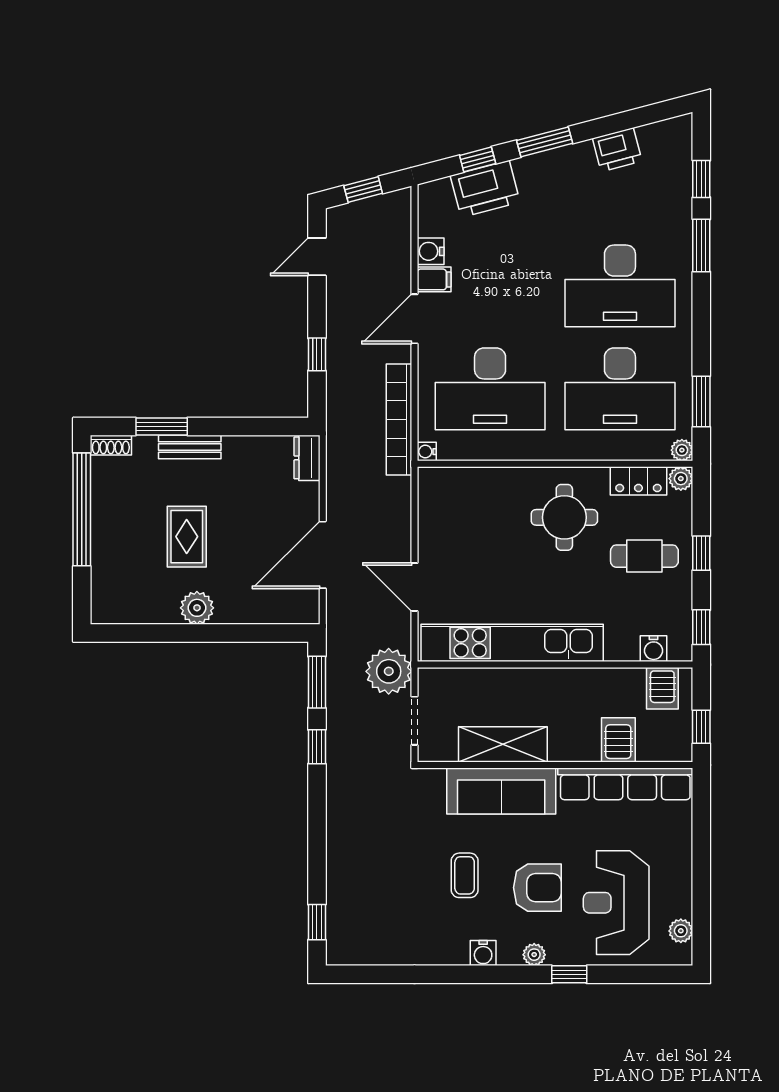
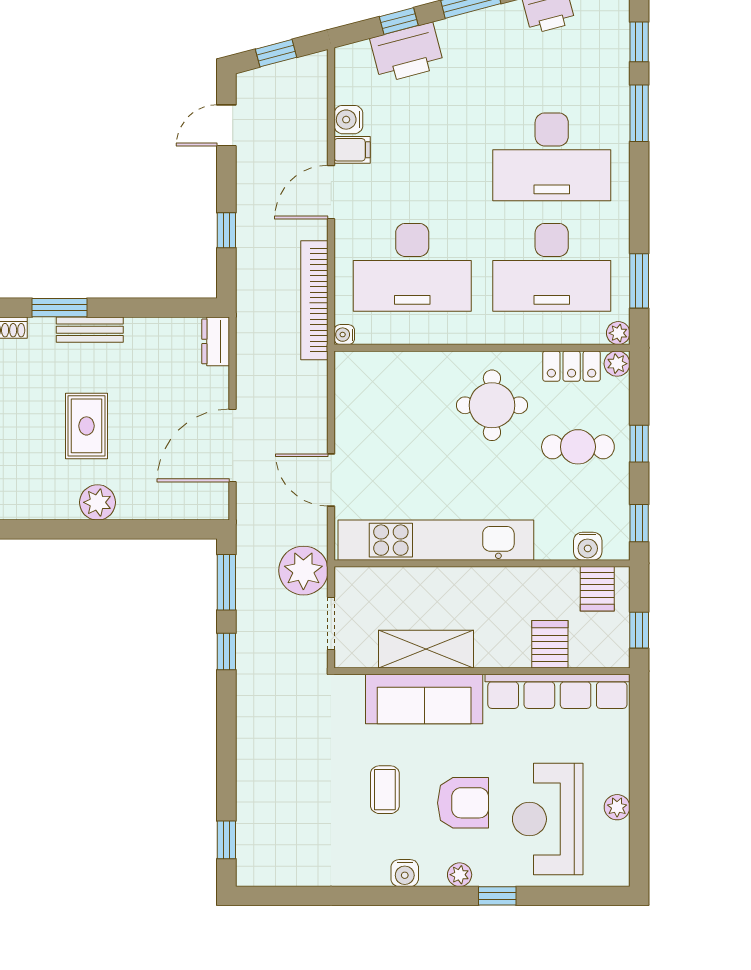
plant: (681, 931) -> (617, 807), moved

